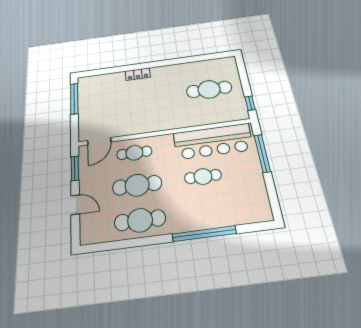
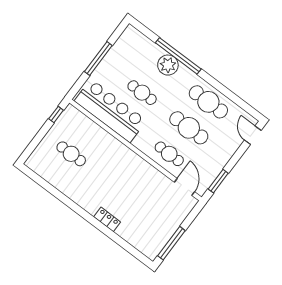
cafe table: (209, 89) -> (71, 154), width x0.73, depth x0.74
door: (99, 141) -> (185, 187), hinge flipped
window: (262, 153) -> (98, 58), moved
door: (75, 205) -> (253, 135), moved
plant: (205, 218) -> (168, 65), added

